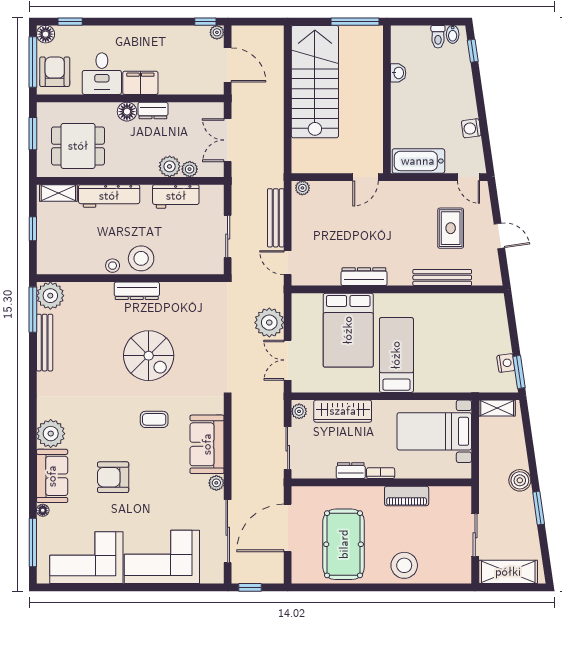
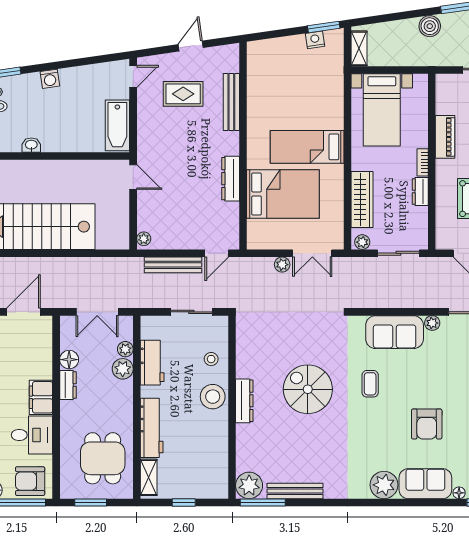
floor lamp: (127, 112) -> (69, 360), moved
washing machine: (471, 128) -> (50, 79), moved
stool: (113, 266) -> (211, 359), moved
plant: (269, 323) -> (282, 265), width x0.53, depth x0.53
spiral stairs: (149, 356) -> (308, 389), turned -90

